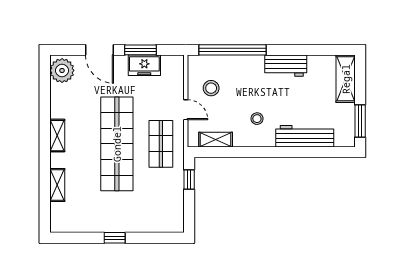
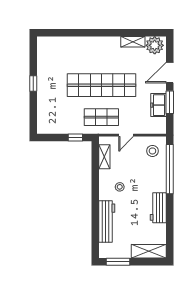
stool: (211, 88) -> (152, 151), moved
shelving: (57, 136) -> (133, 42), moved
shelving: (57, 185) -> (71, 42), removed

